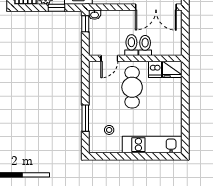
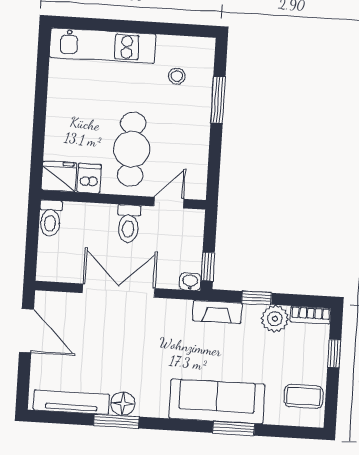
double door: (156, 7) -> (119, 291), moved
toilet: (145, 45) -> (50, 218), moved

